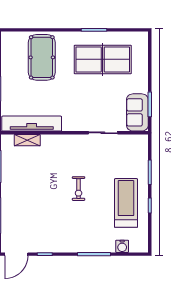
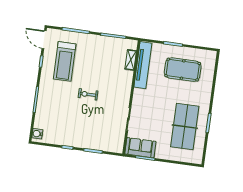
pool table: (42, 57) -> (183, 70), moved
treadmill: (126, 203) -> (65, 61), moved, turned 90
water cooler: (122, 246) -> (37, 134), moved

